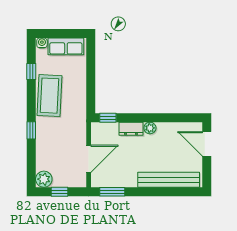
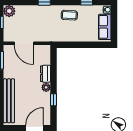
coffee table: (50, 96) -> (69, 15), width x0.54, depth x0.58
window: (108, 118) -> (53, 100), moved

